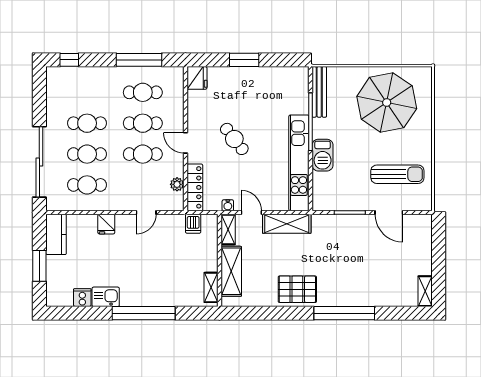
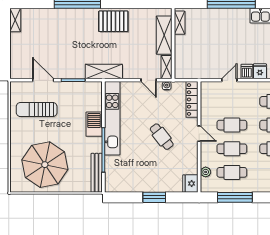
plant: (177, 184) -> (206, 172), moved
dishwasher: (193, 224) -> (247, 72), moved
shelving: (287, 224) -> (104, 72), moved

